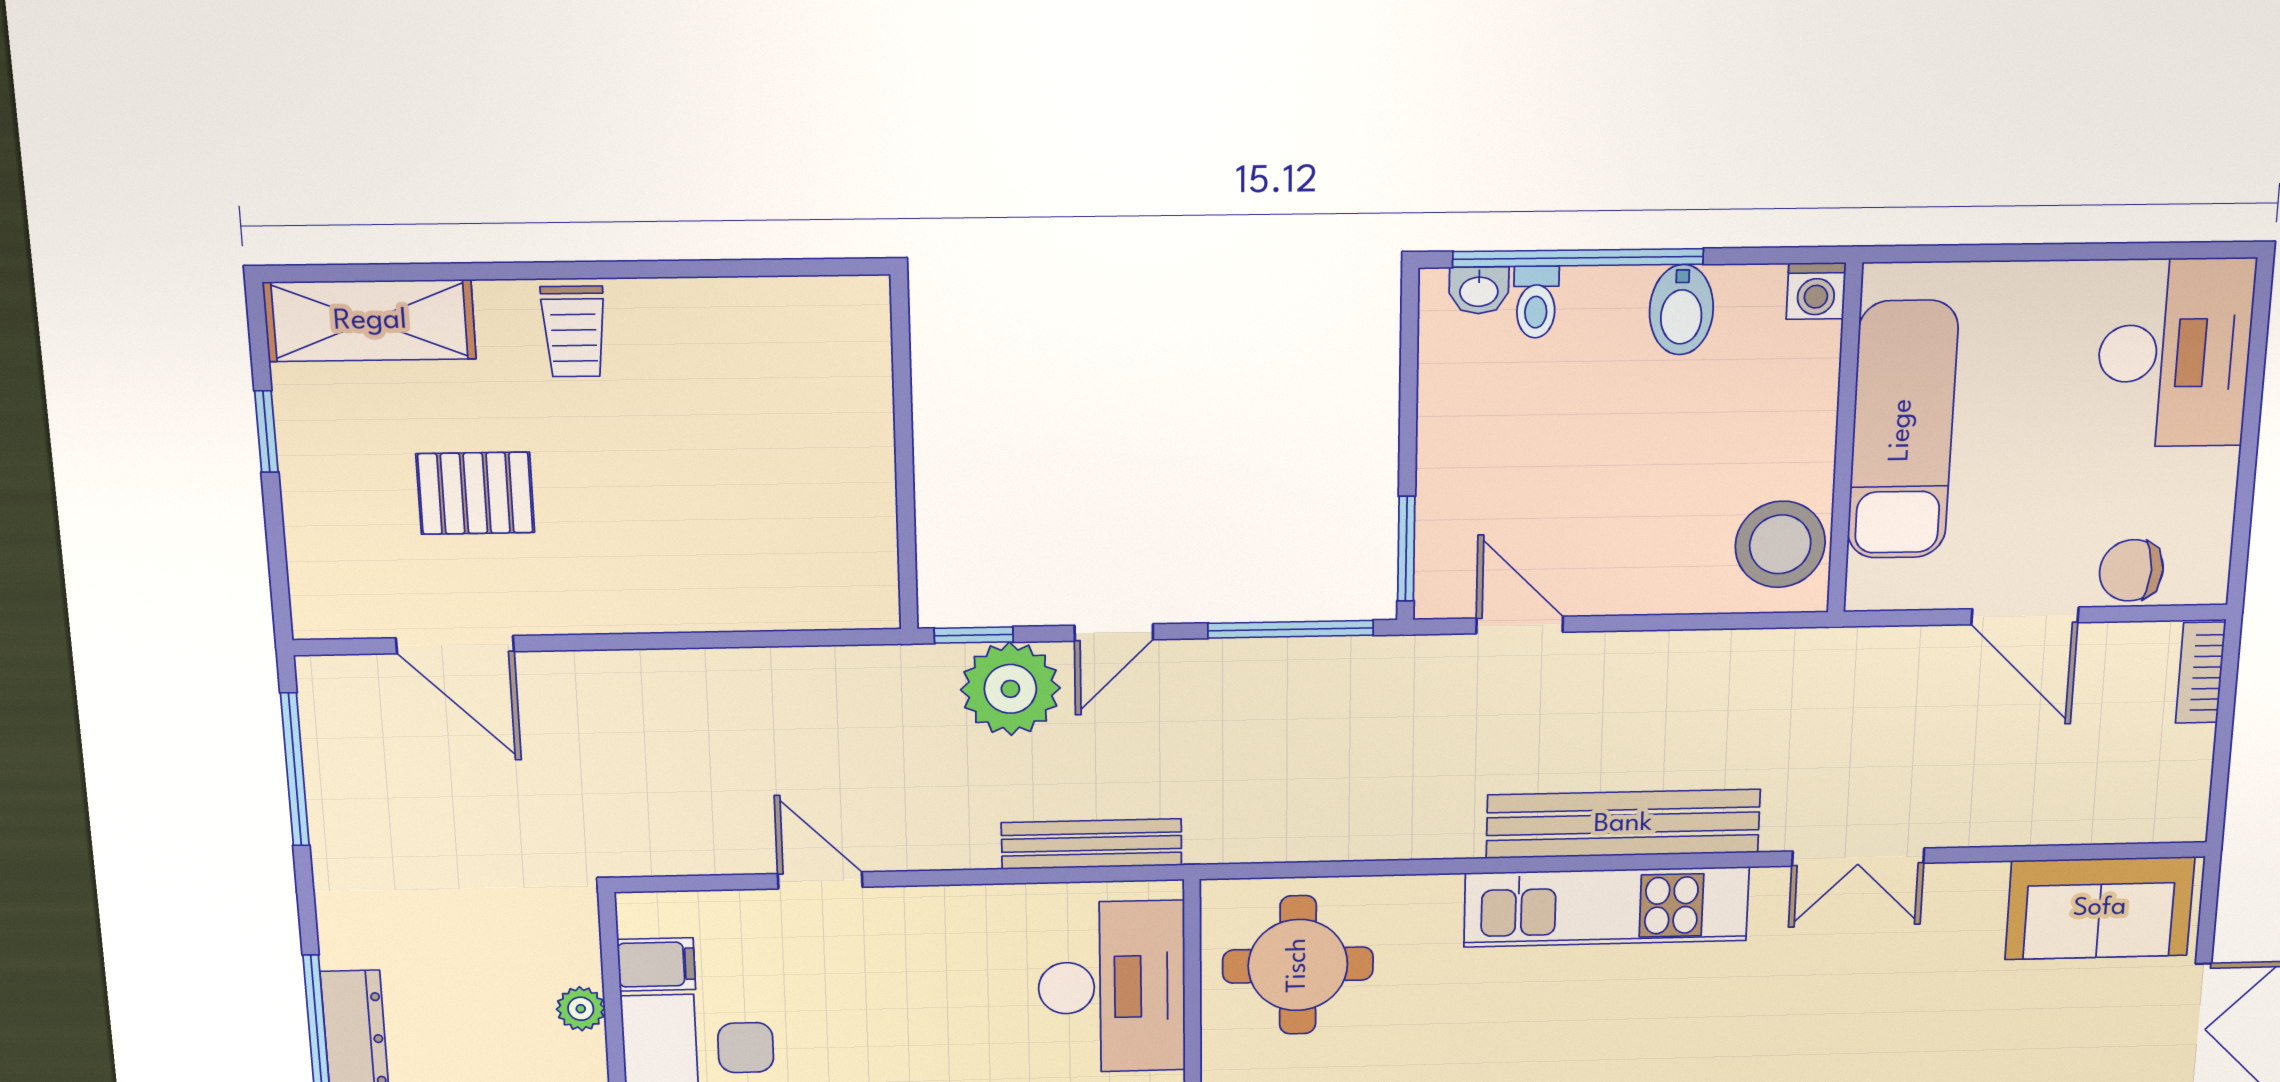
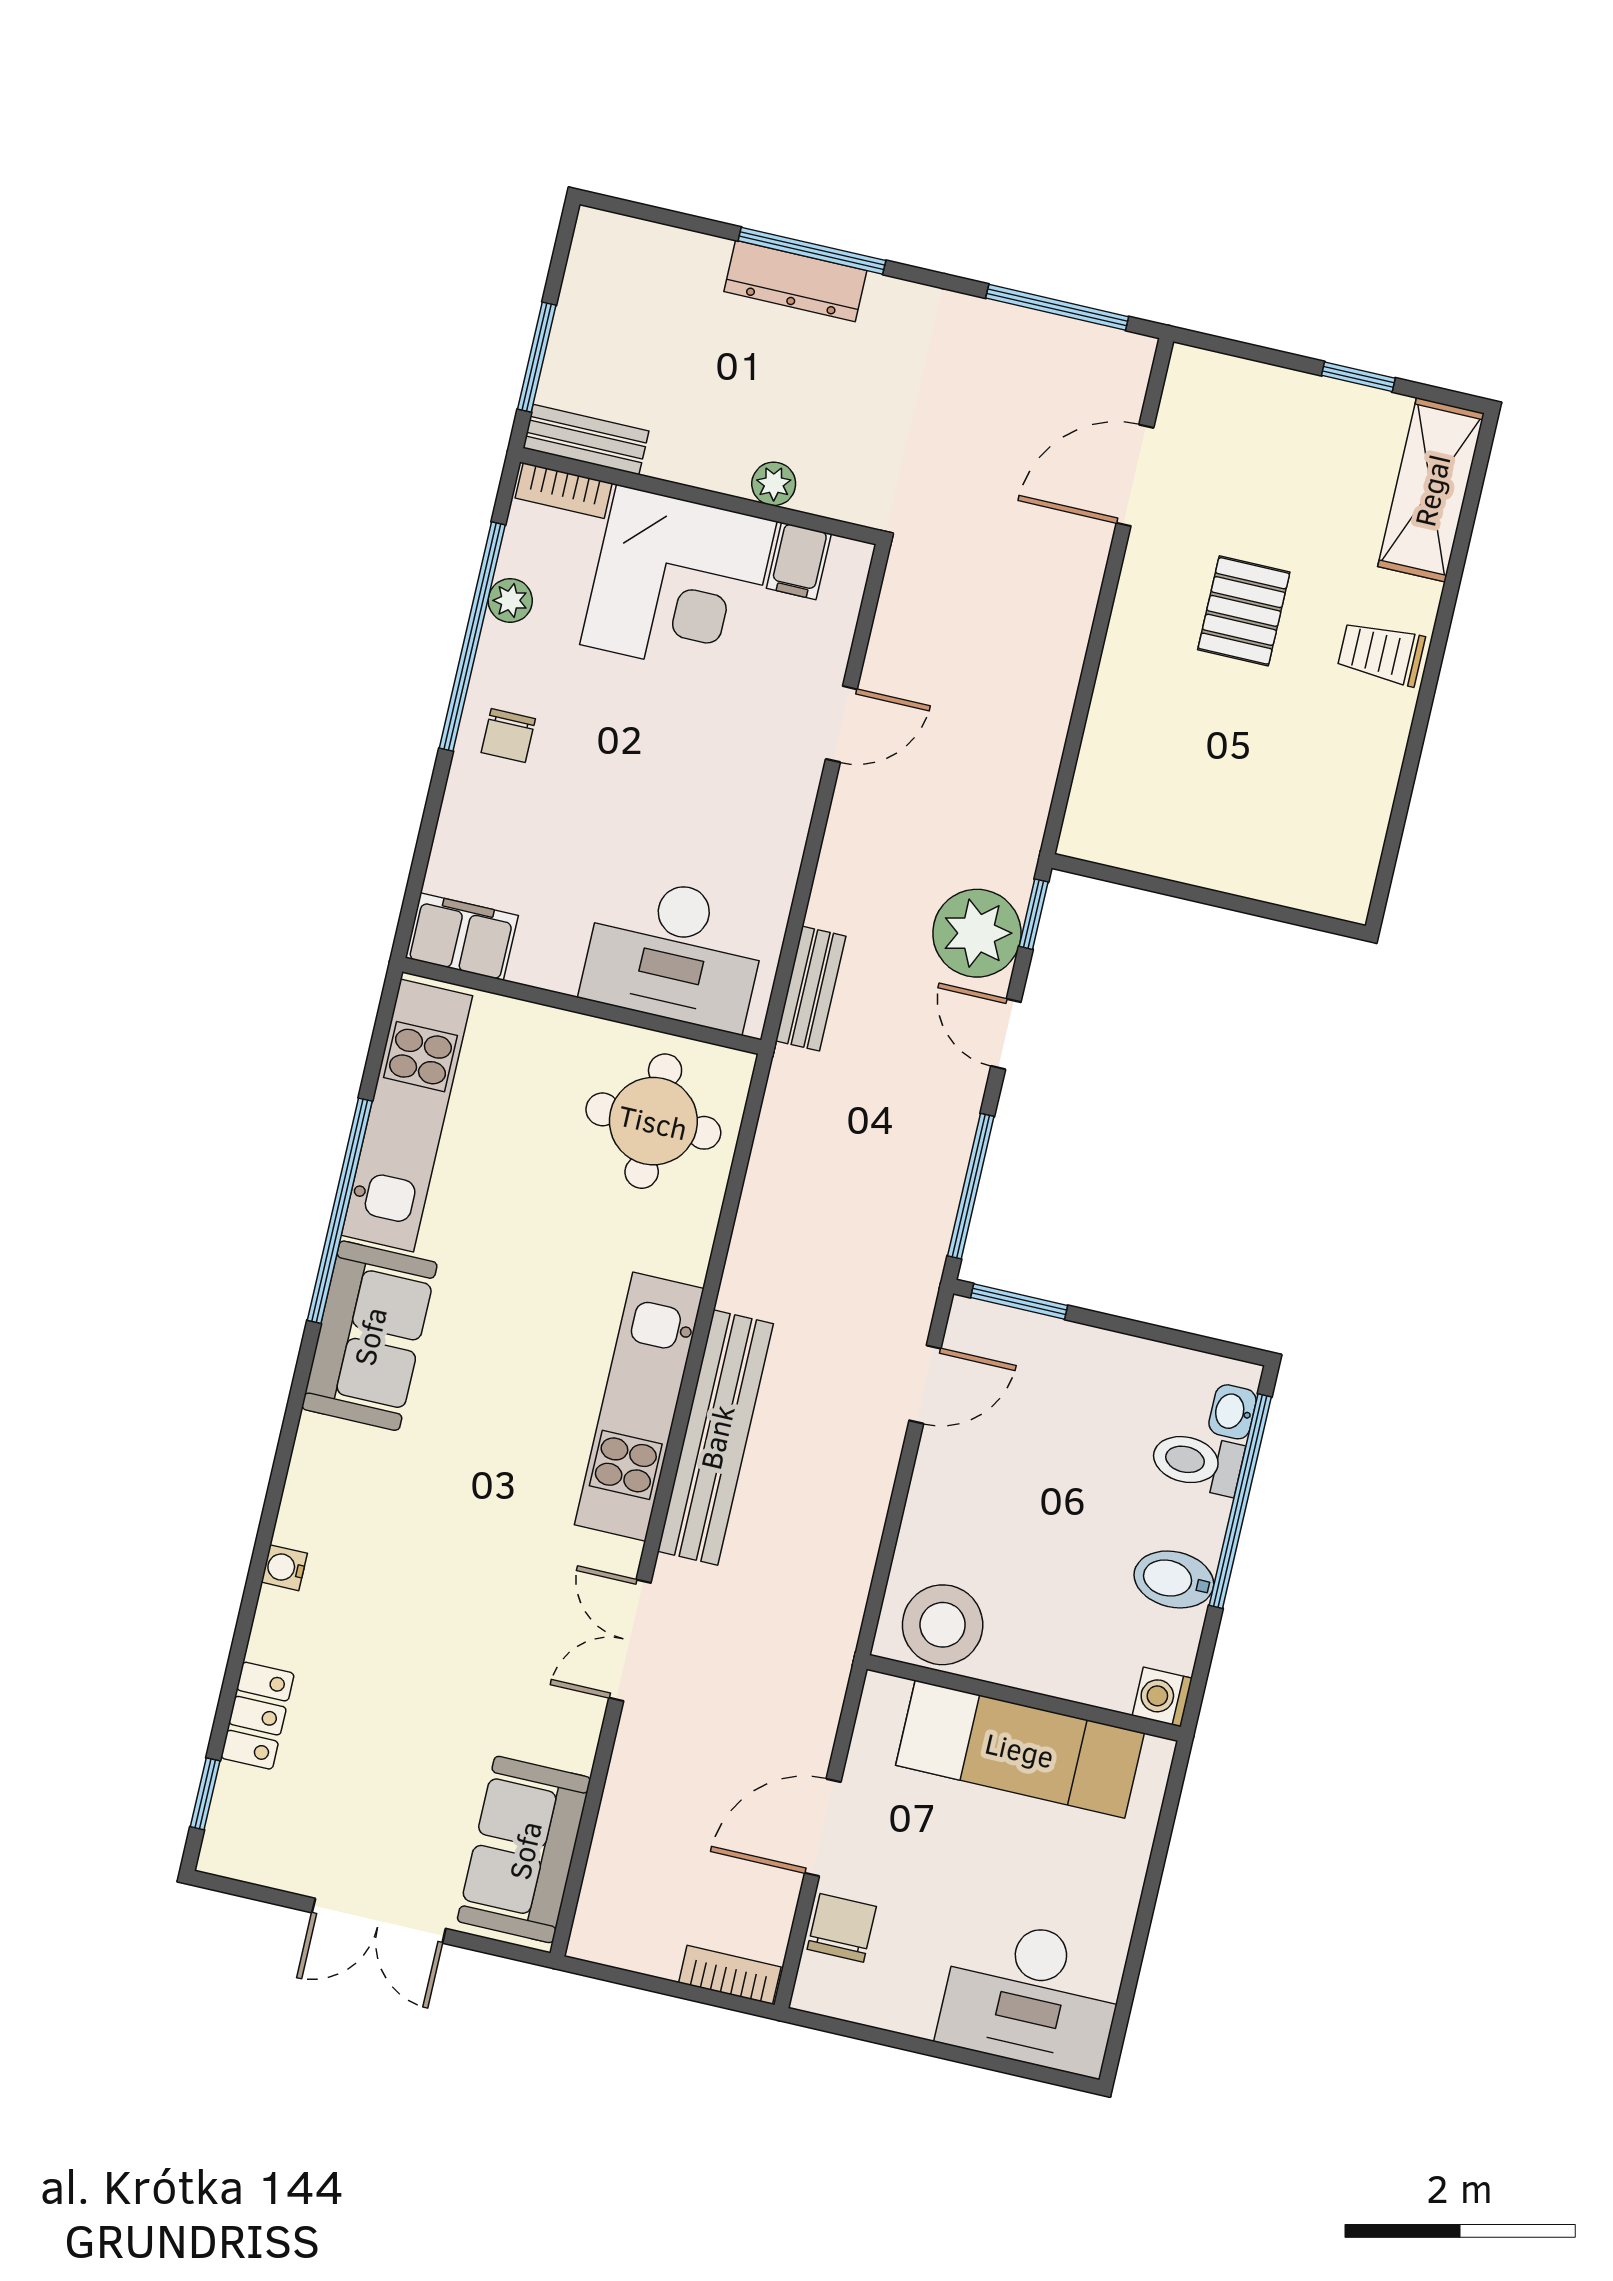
toilet: (1536, 302) -> (1197, 1462), width x1.37, depth x1.39
pallet: (475, 493) -> (1244, 611), moved
bench: (1092, 844) -> (811, 989), width x0.73

